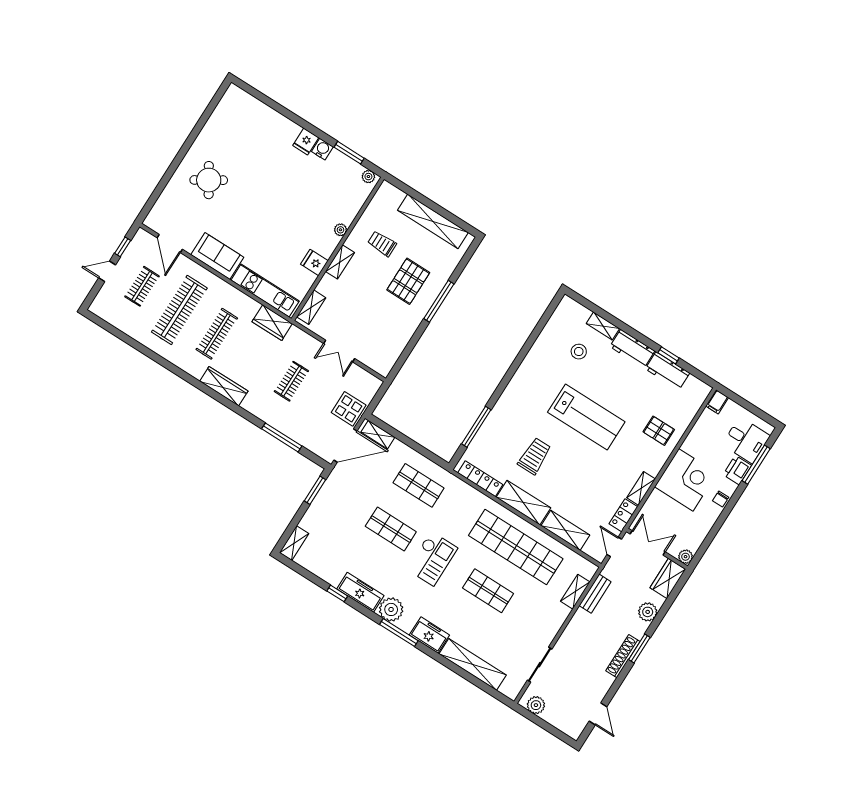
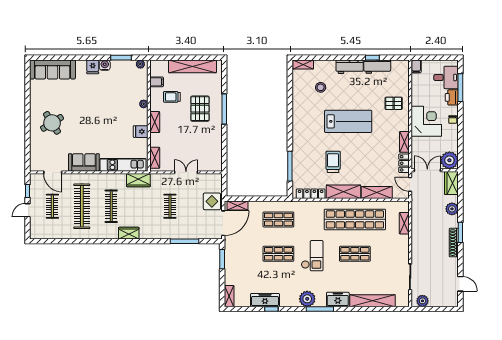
sofa: (252, 113) -> (52, 69), added
filing cabinet: (375, 212) -> (157, 82), added
shelving: (603, 326) -> (303, 64), moved
double door: (339, 351) -> (186, 172), swing flipped
wardrobe: (224, 386) -> (129, 233), width x0.67
plant: (686, 557) -> (449, 160), width x1.88, depth x1.88
freezer: (360, 592) -> (265, 300), moved
bench: (595, 594) -> (416, 217), removed

